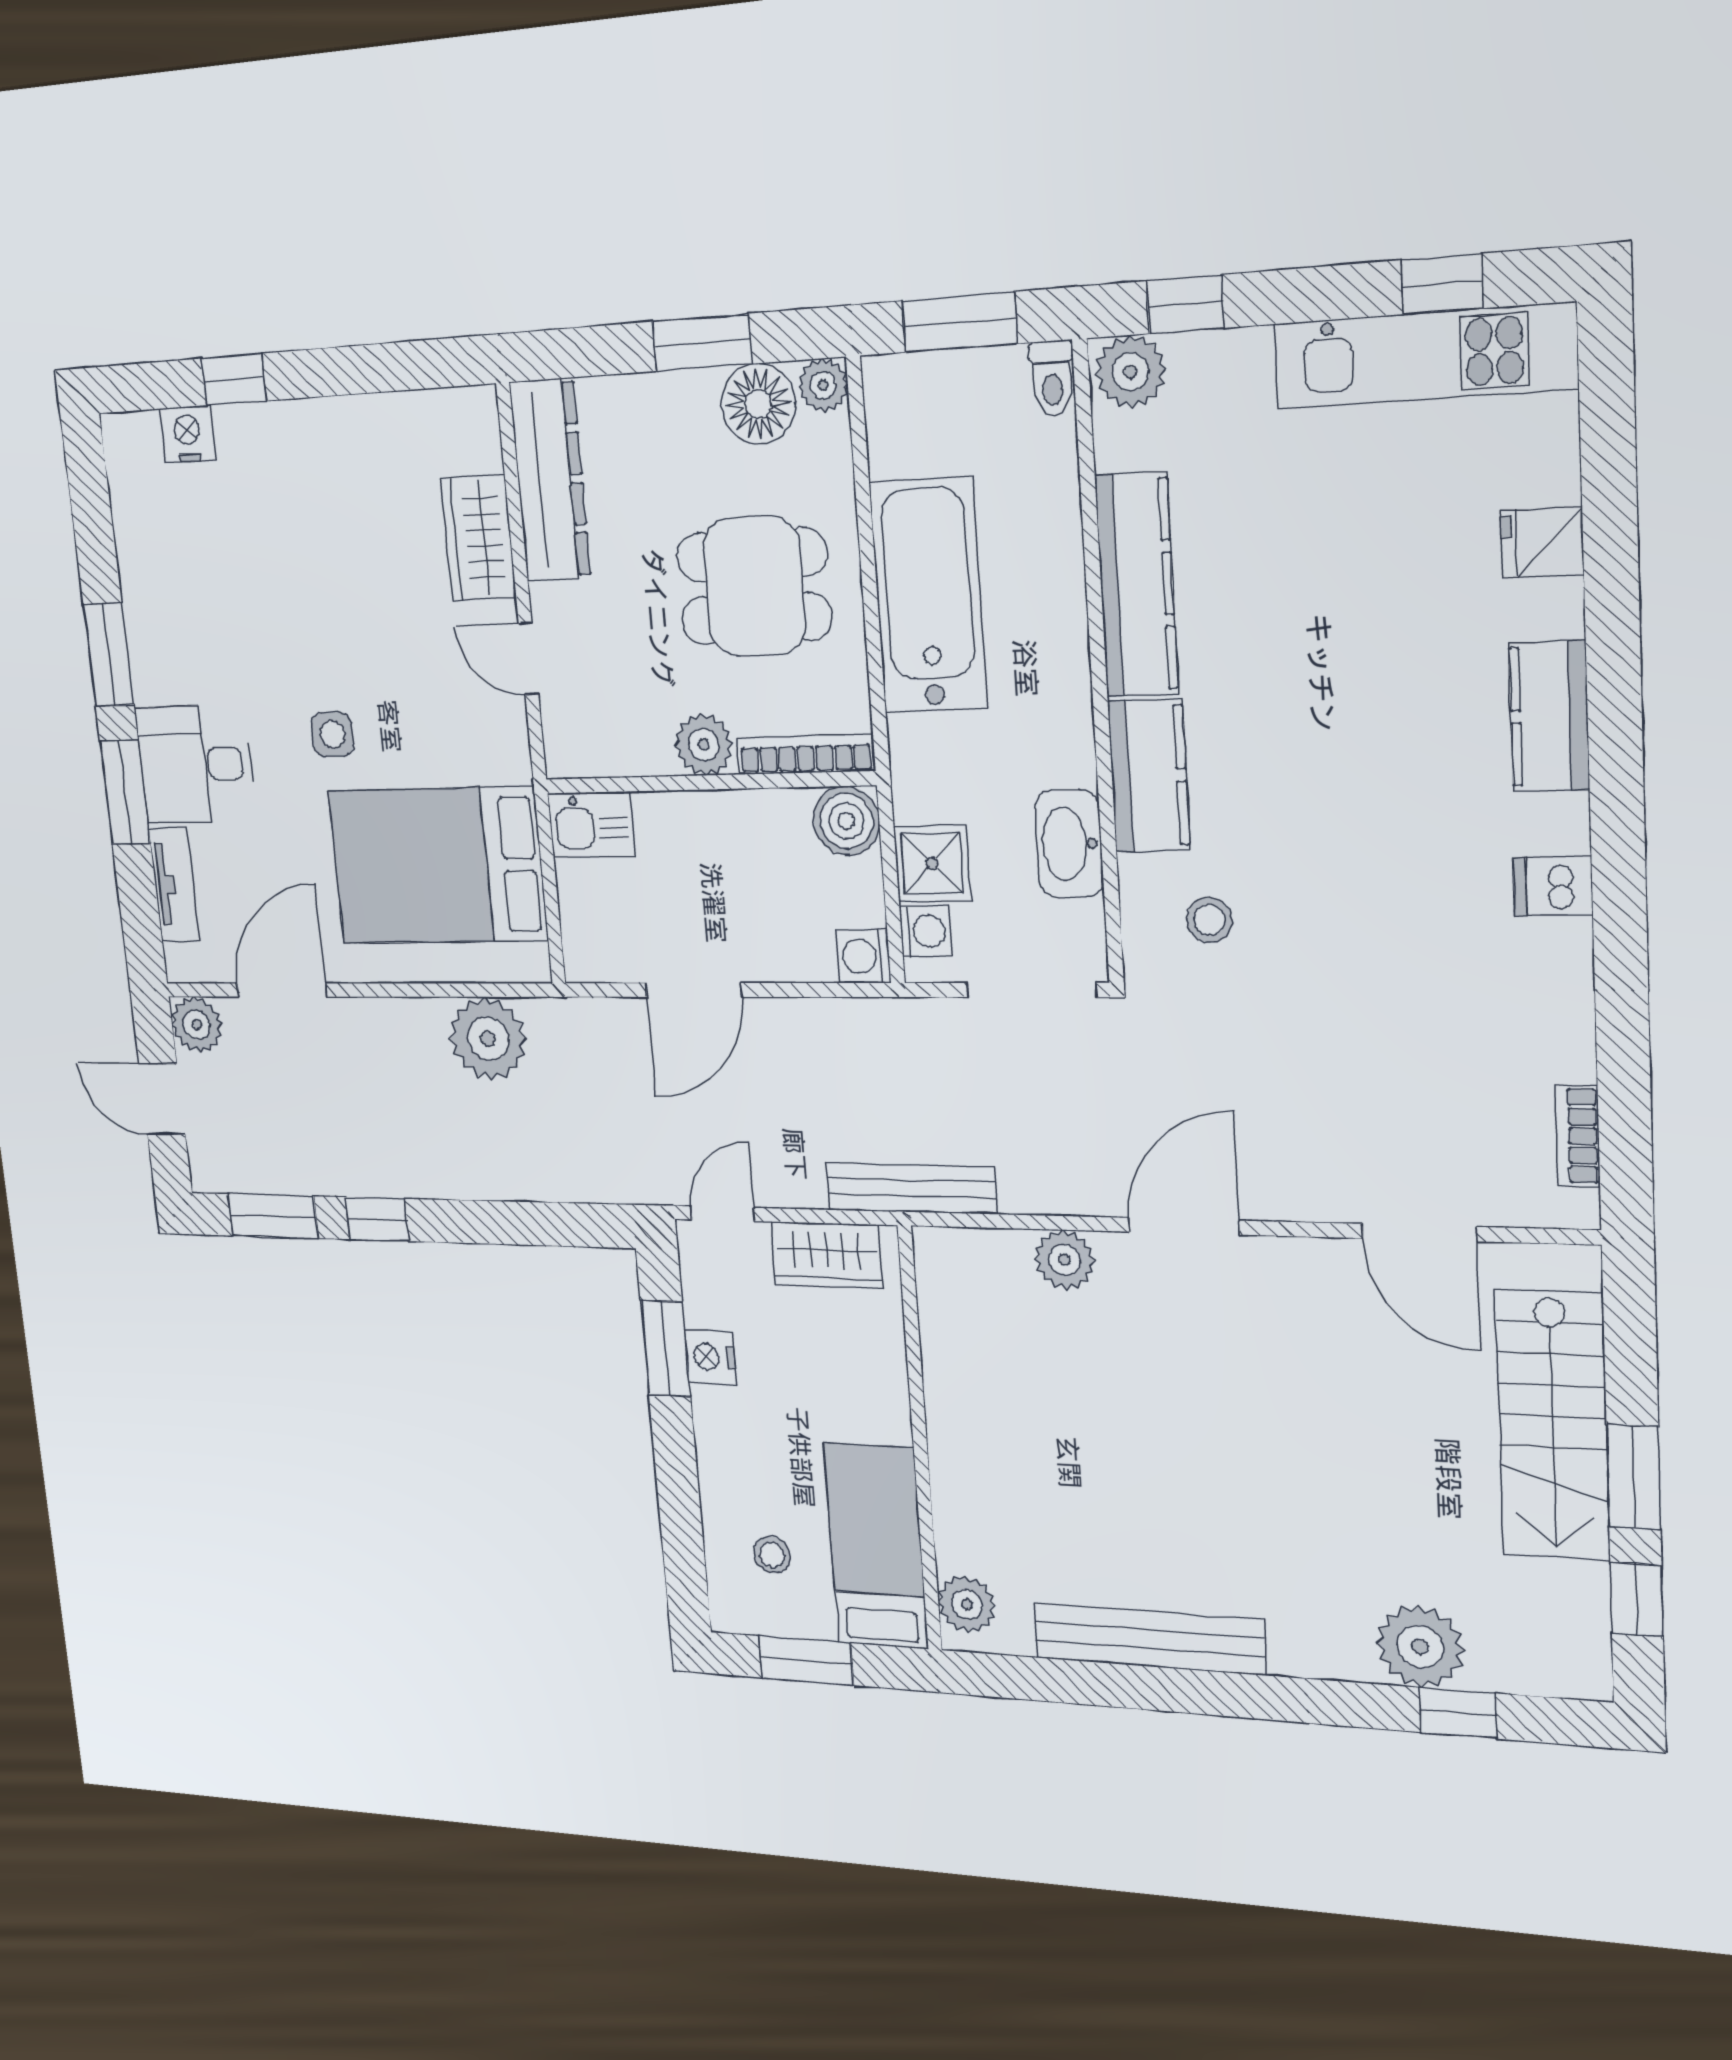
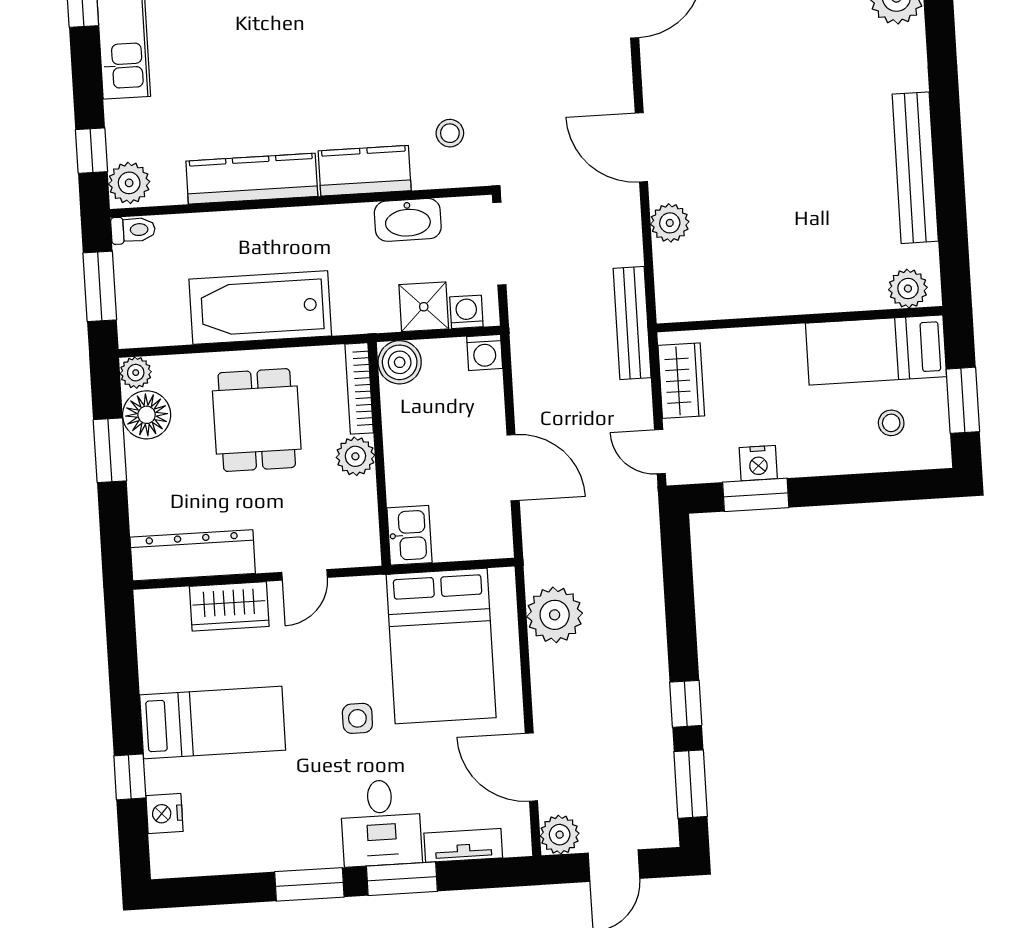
bed: (315, 510) -> (213, 723), added

